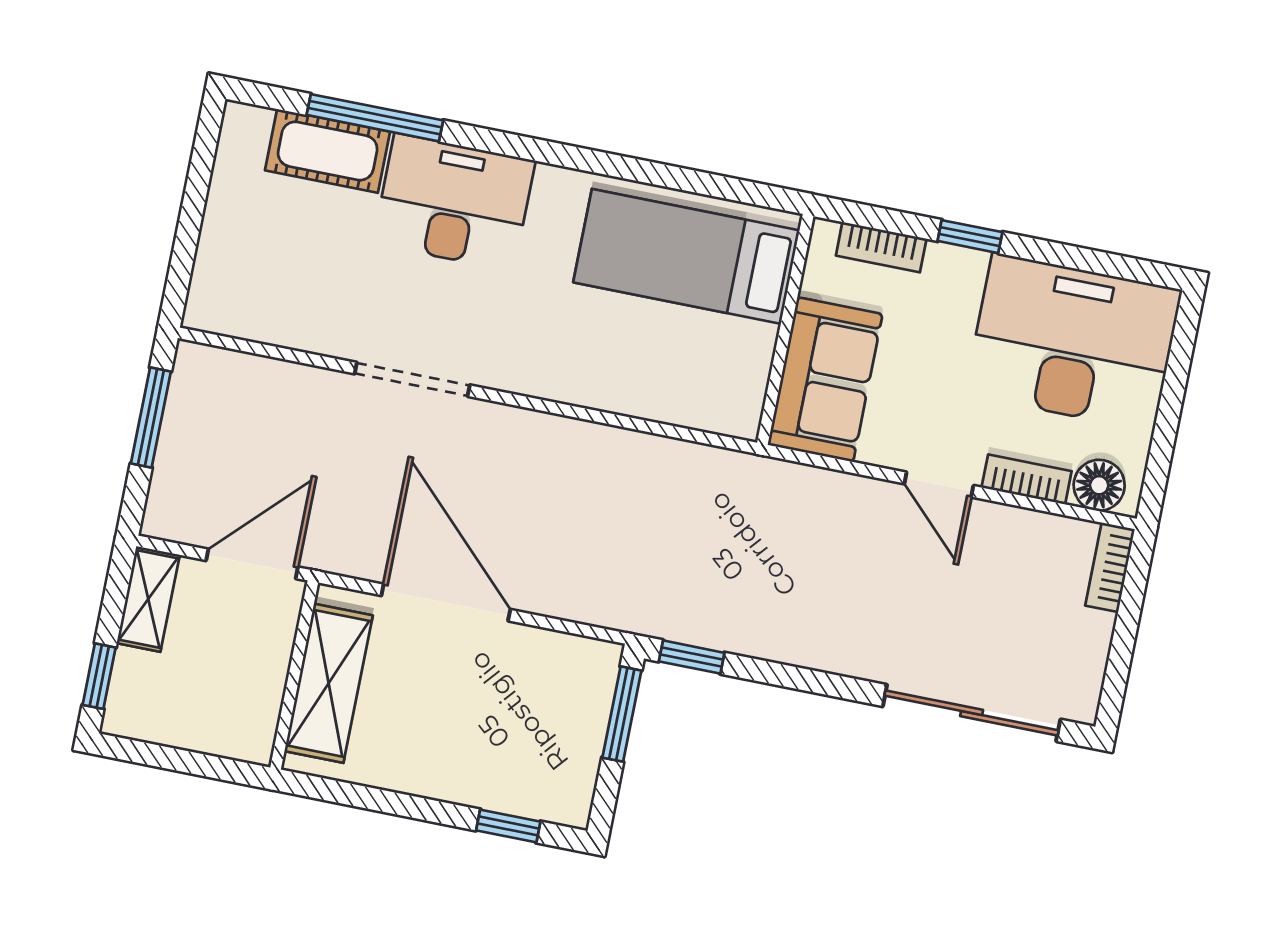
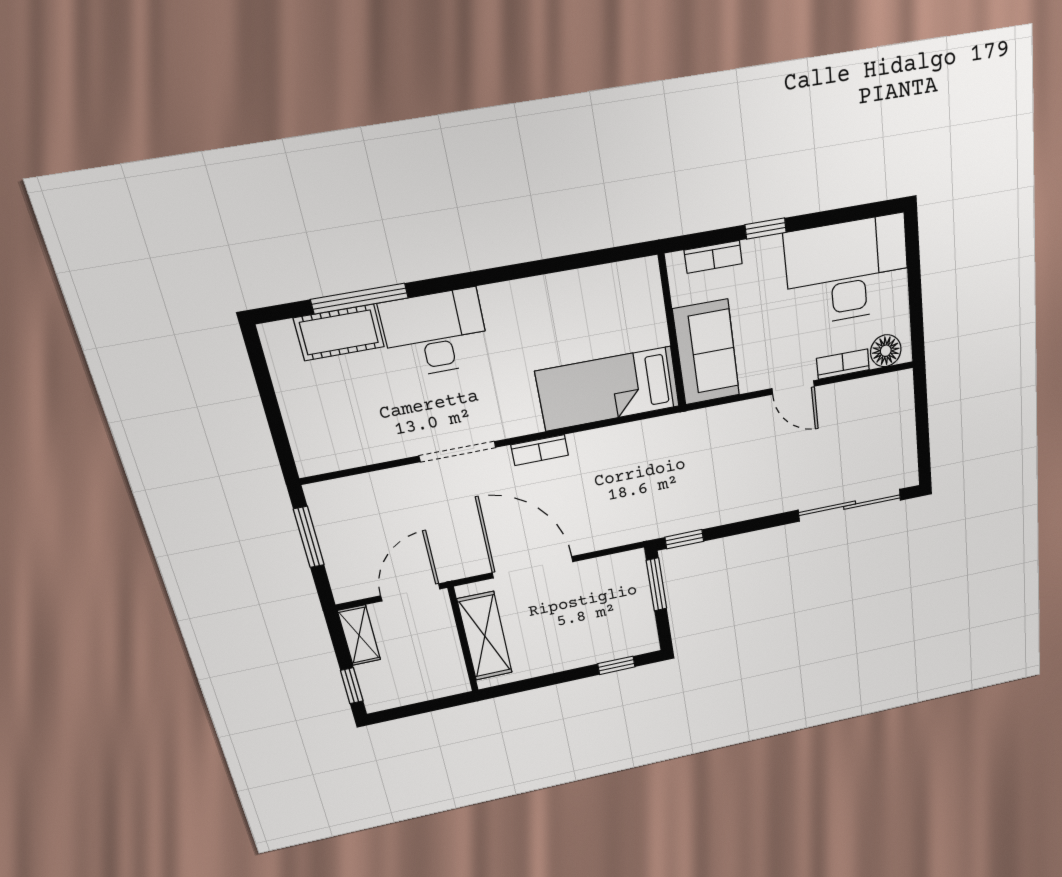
bed: (686, 256) -> (608, 389), moved
bookcase: (1110, 567) -> (540, 450), moved, turned -90

